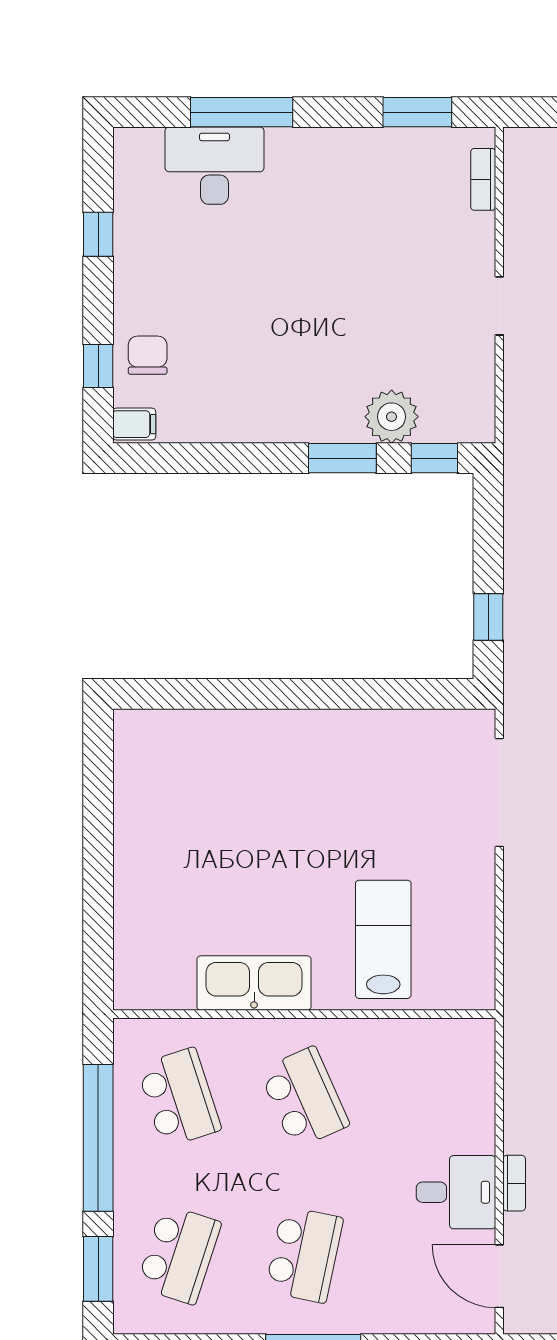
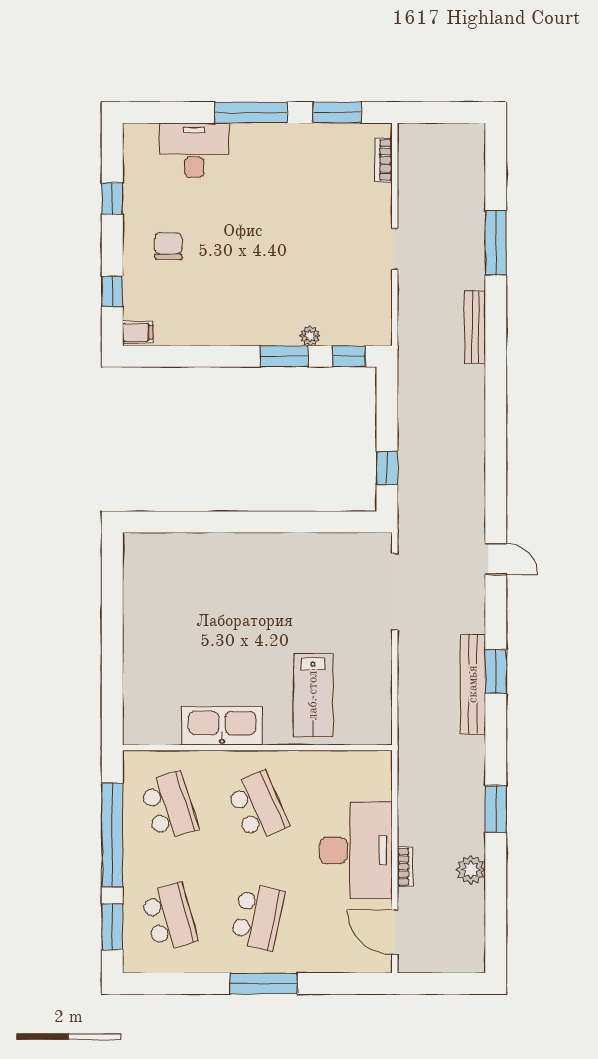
window: (242, 112) -> (251, 113), moved
chair: (148, 355) -> (168, 246), moved
plant: (392, 417) -> (310, 336), width x0.53, depth x0.53
lab bench: (383, 939) -> (313, 695), turned 180
desk: (456, 1192) -> (356, 850), width x1.87, depth x1.30
school desk: (179, 1255) -> (169, 917), turned -33

